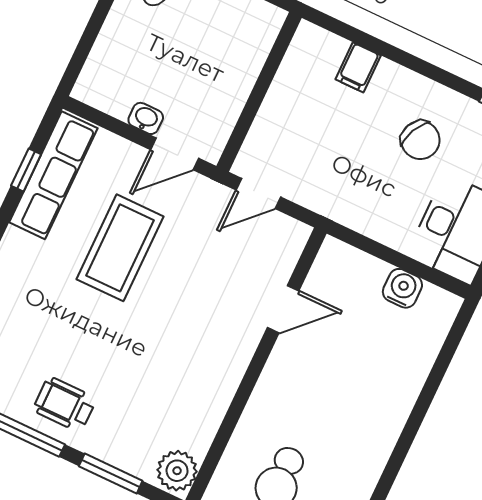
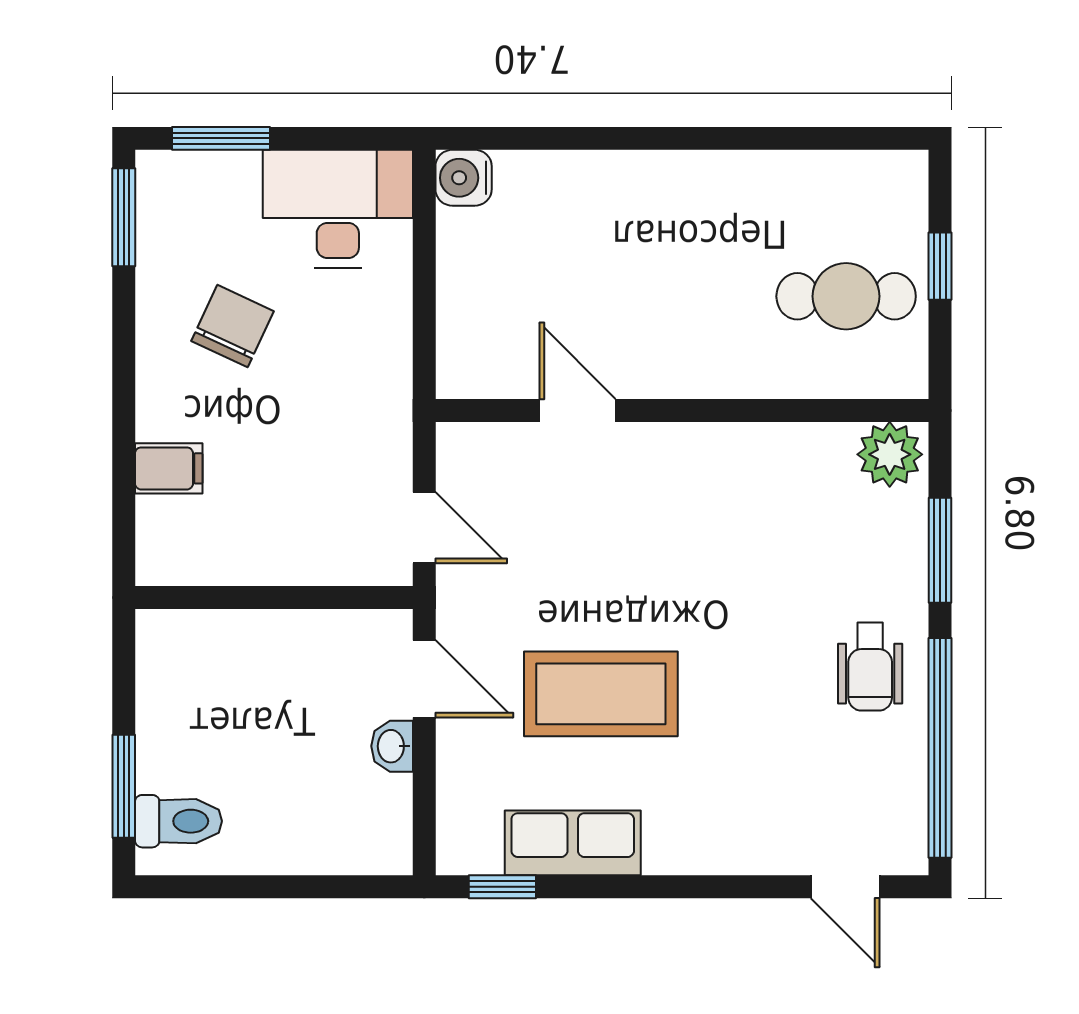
window: (26, 170) -> (502, 887), moved
row of seats: (53, 175) -> (573, 843), width x0.68
water cooler: (402, 288) -> (464, 178), moved

